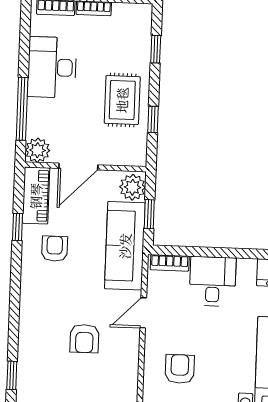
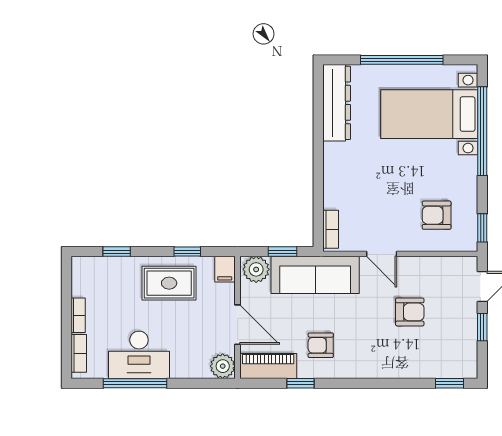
window: (22, 109) -> (135, 383), moved
filing cabinet: (134, 156) -> (225, 269), added
desk: (213, 281) -> (347, 185), removed

